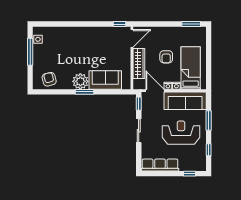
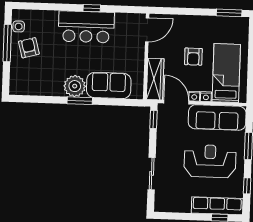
window: (120, 24) -> (92, 8), moved
bar counter: (87, 38) -> (86, 27), added
wardrobe: (139, 63) -> (155, 79), moved
armchair: (49, 79) -> (29, 48), moved
sliding door: (139, 131) -> (152, 173), moved
row of seats: (160, 165) -> (217, 206), moved

